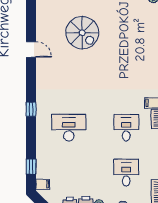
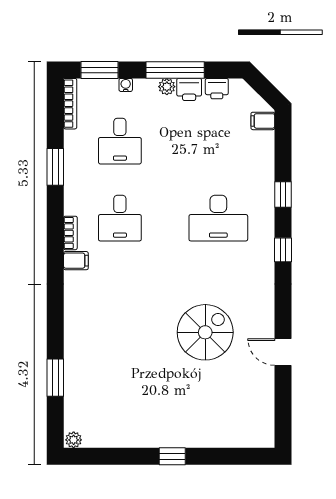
spiral stairs: (82, 33) -> (205, 332), moved, turned 90
window: (31, 167) -> (283, 195), moved

